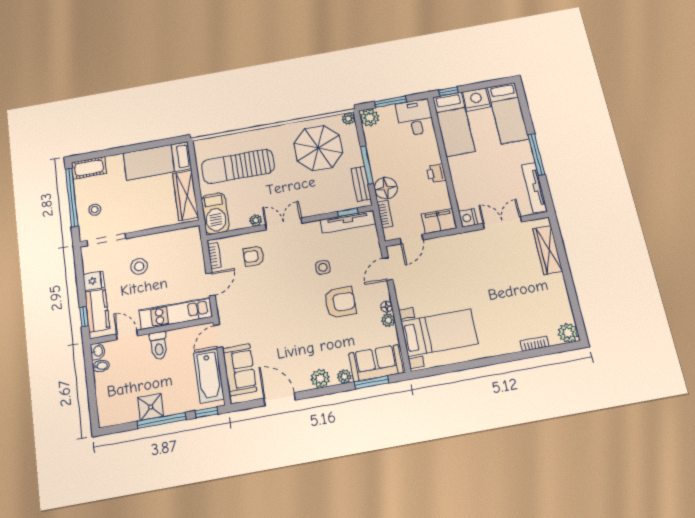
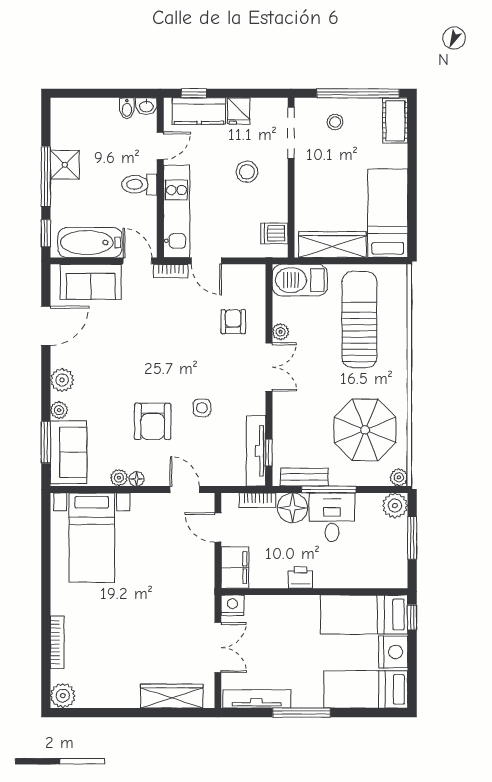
desk: (415, 118) -> (332, 517), moved, turned -90
dishwasher: (183, 238) -> (274, 233), added
bookcase: (214, 256) -> (171, 271), moved
bookcase: (535, 344) -> (57, 642), width x1.56

